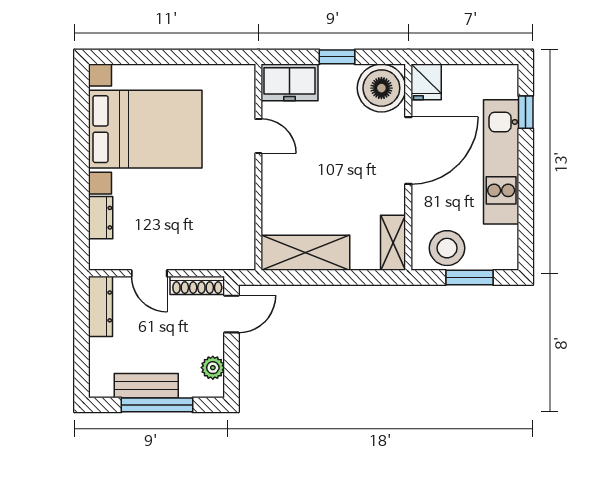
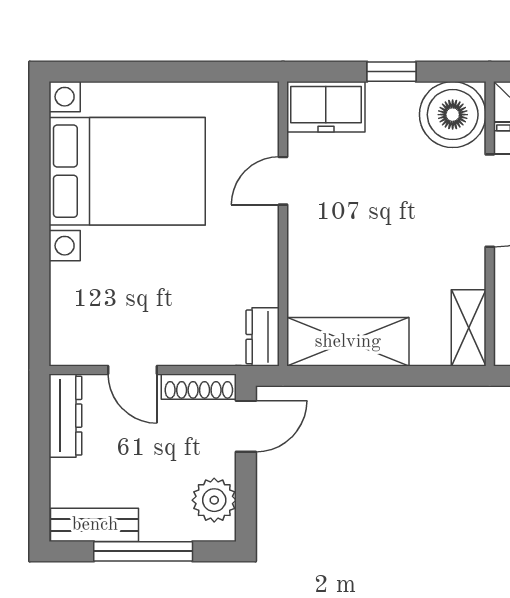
door: (258, 136) -> (283, 181), swing flipped
dresser: (101, 218) -> (263, 337), moved, turned 180
plant: (213, 368) -> (214, 500), width x1.38, depth x1.38
bench: (146, 386) -> (95, 525), moved

